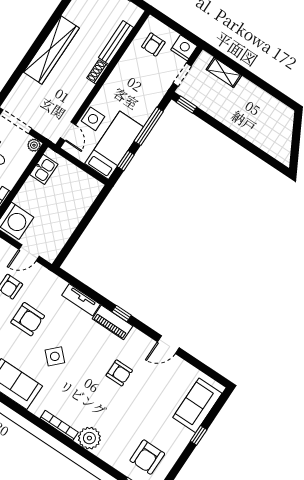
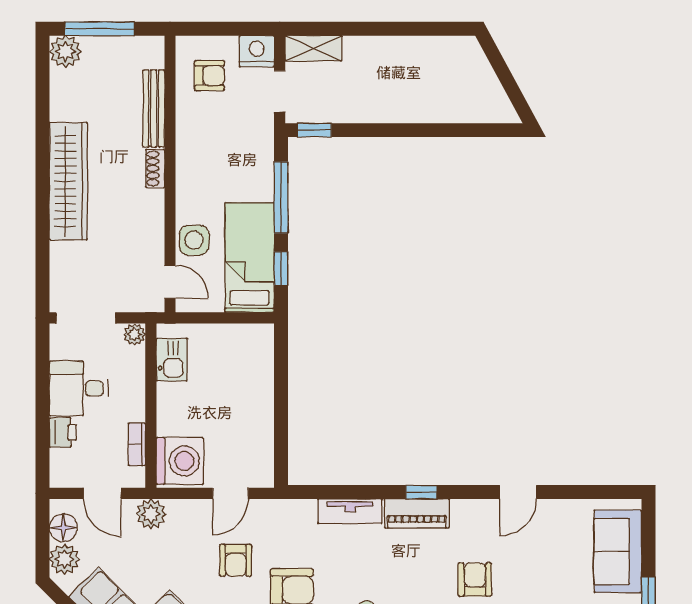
armchair: (153, 45) -> (209, 76), turned -90
shelving: (224, 72) -> (313, 48), moved
armchair: (119, 373) -> (475, 580), turned -90

